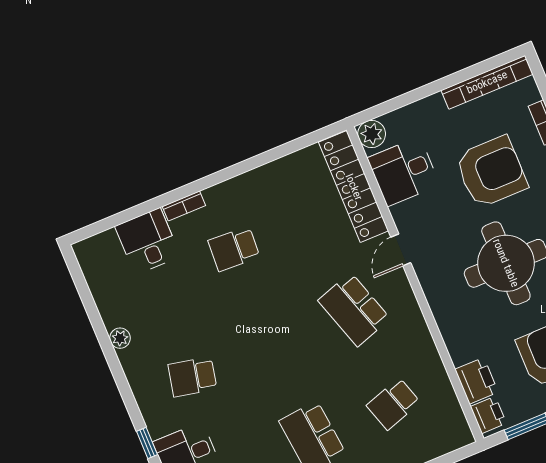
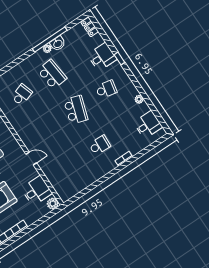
locker: (354, 187) -> (56, 181), removed
desk: (148, 241) -> (148, 125), moved, turned -90
door: (401, 250) -> (31, 158), hinge flipped
school desk: (354, 310) -> (76, 110), moved, turned 36

